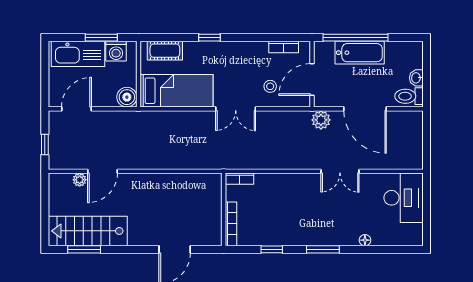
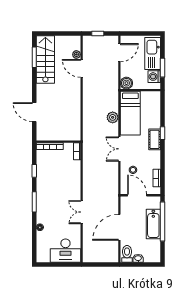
cot: (165, 51) -> (155, 139), moved
door: (76, 109) -> (119, 53), hinge flipped
plant: (321, 120) -> (113, 117), moved

